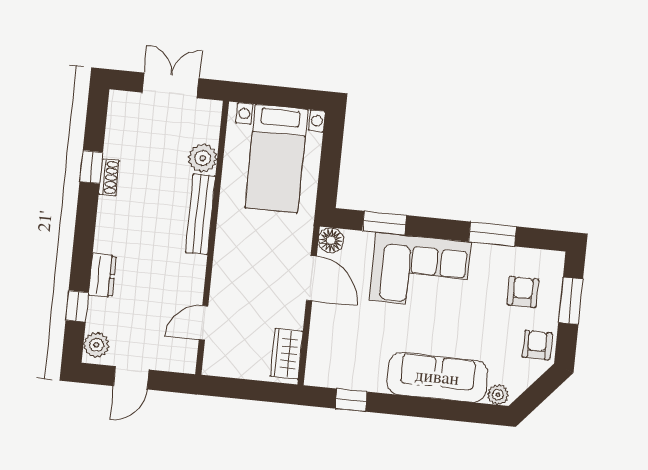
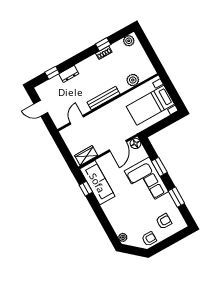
double door: (171, 85) -> (150, 52), removed
bench: (200, 214) -> (103, 98), moved
window: (384, 223) -> (159, 167), moved
window: (571, 301) -> (172, 240), removed
door: (204, 323) -> (77, 120), hinge flipped
plant: (96, 345) -> (129, 41), moved
sofa: (437, 378) -> (97, 183), moved

